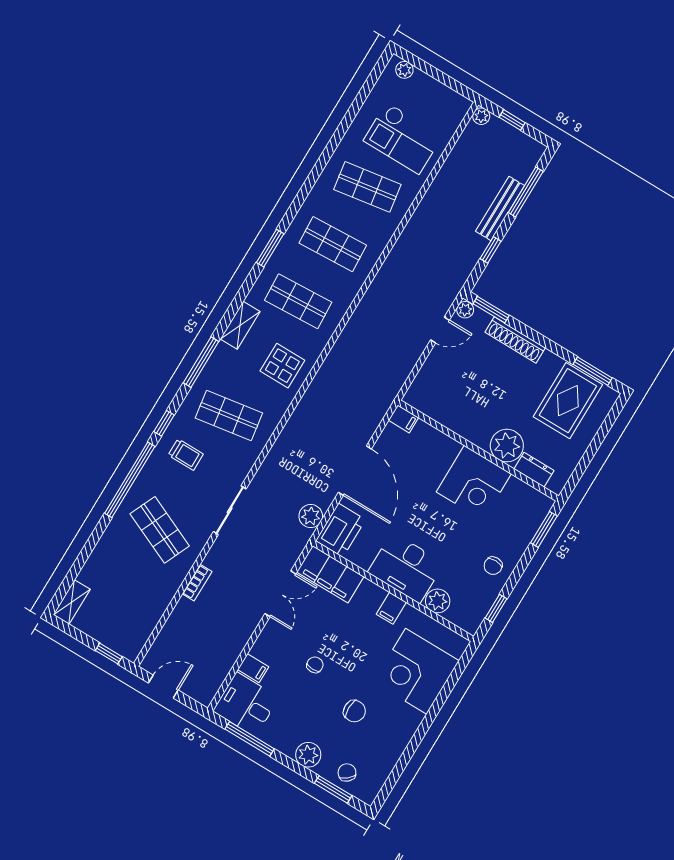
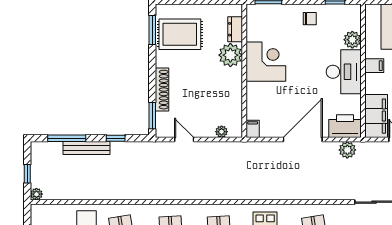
plant: (465, 310) -> (221, 132), moved

